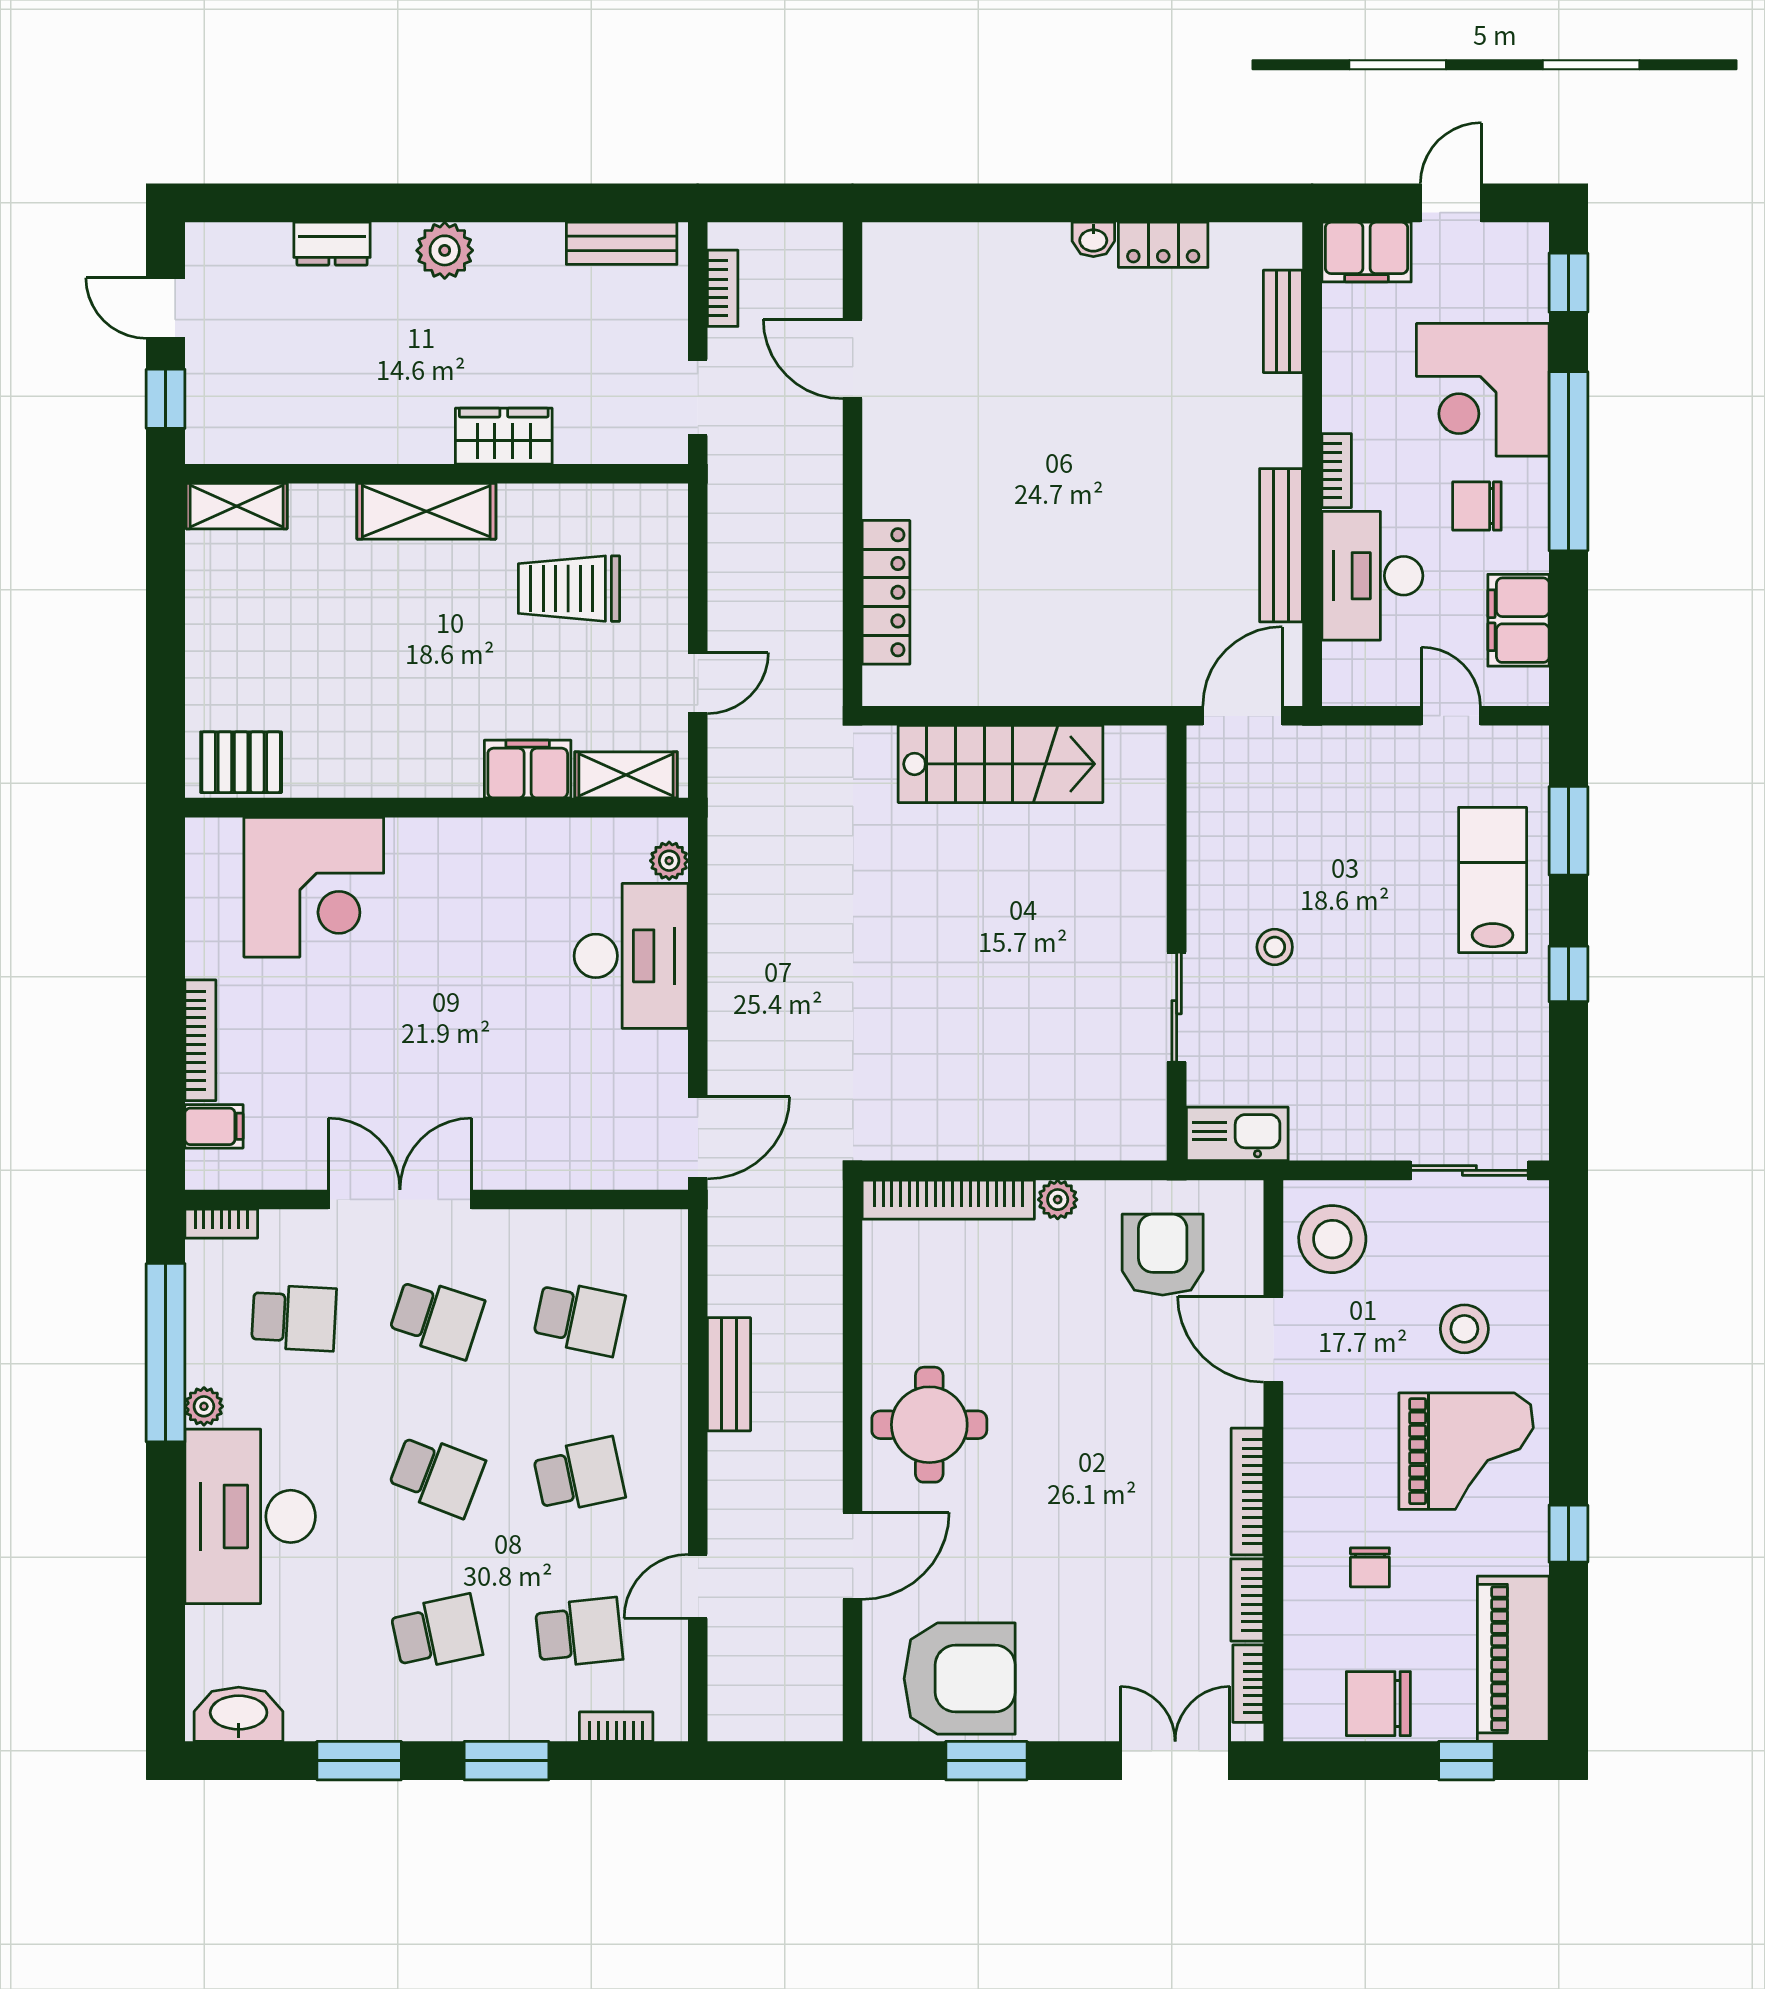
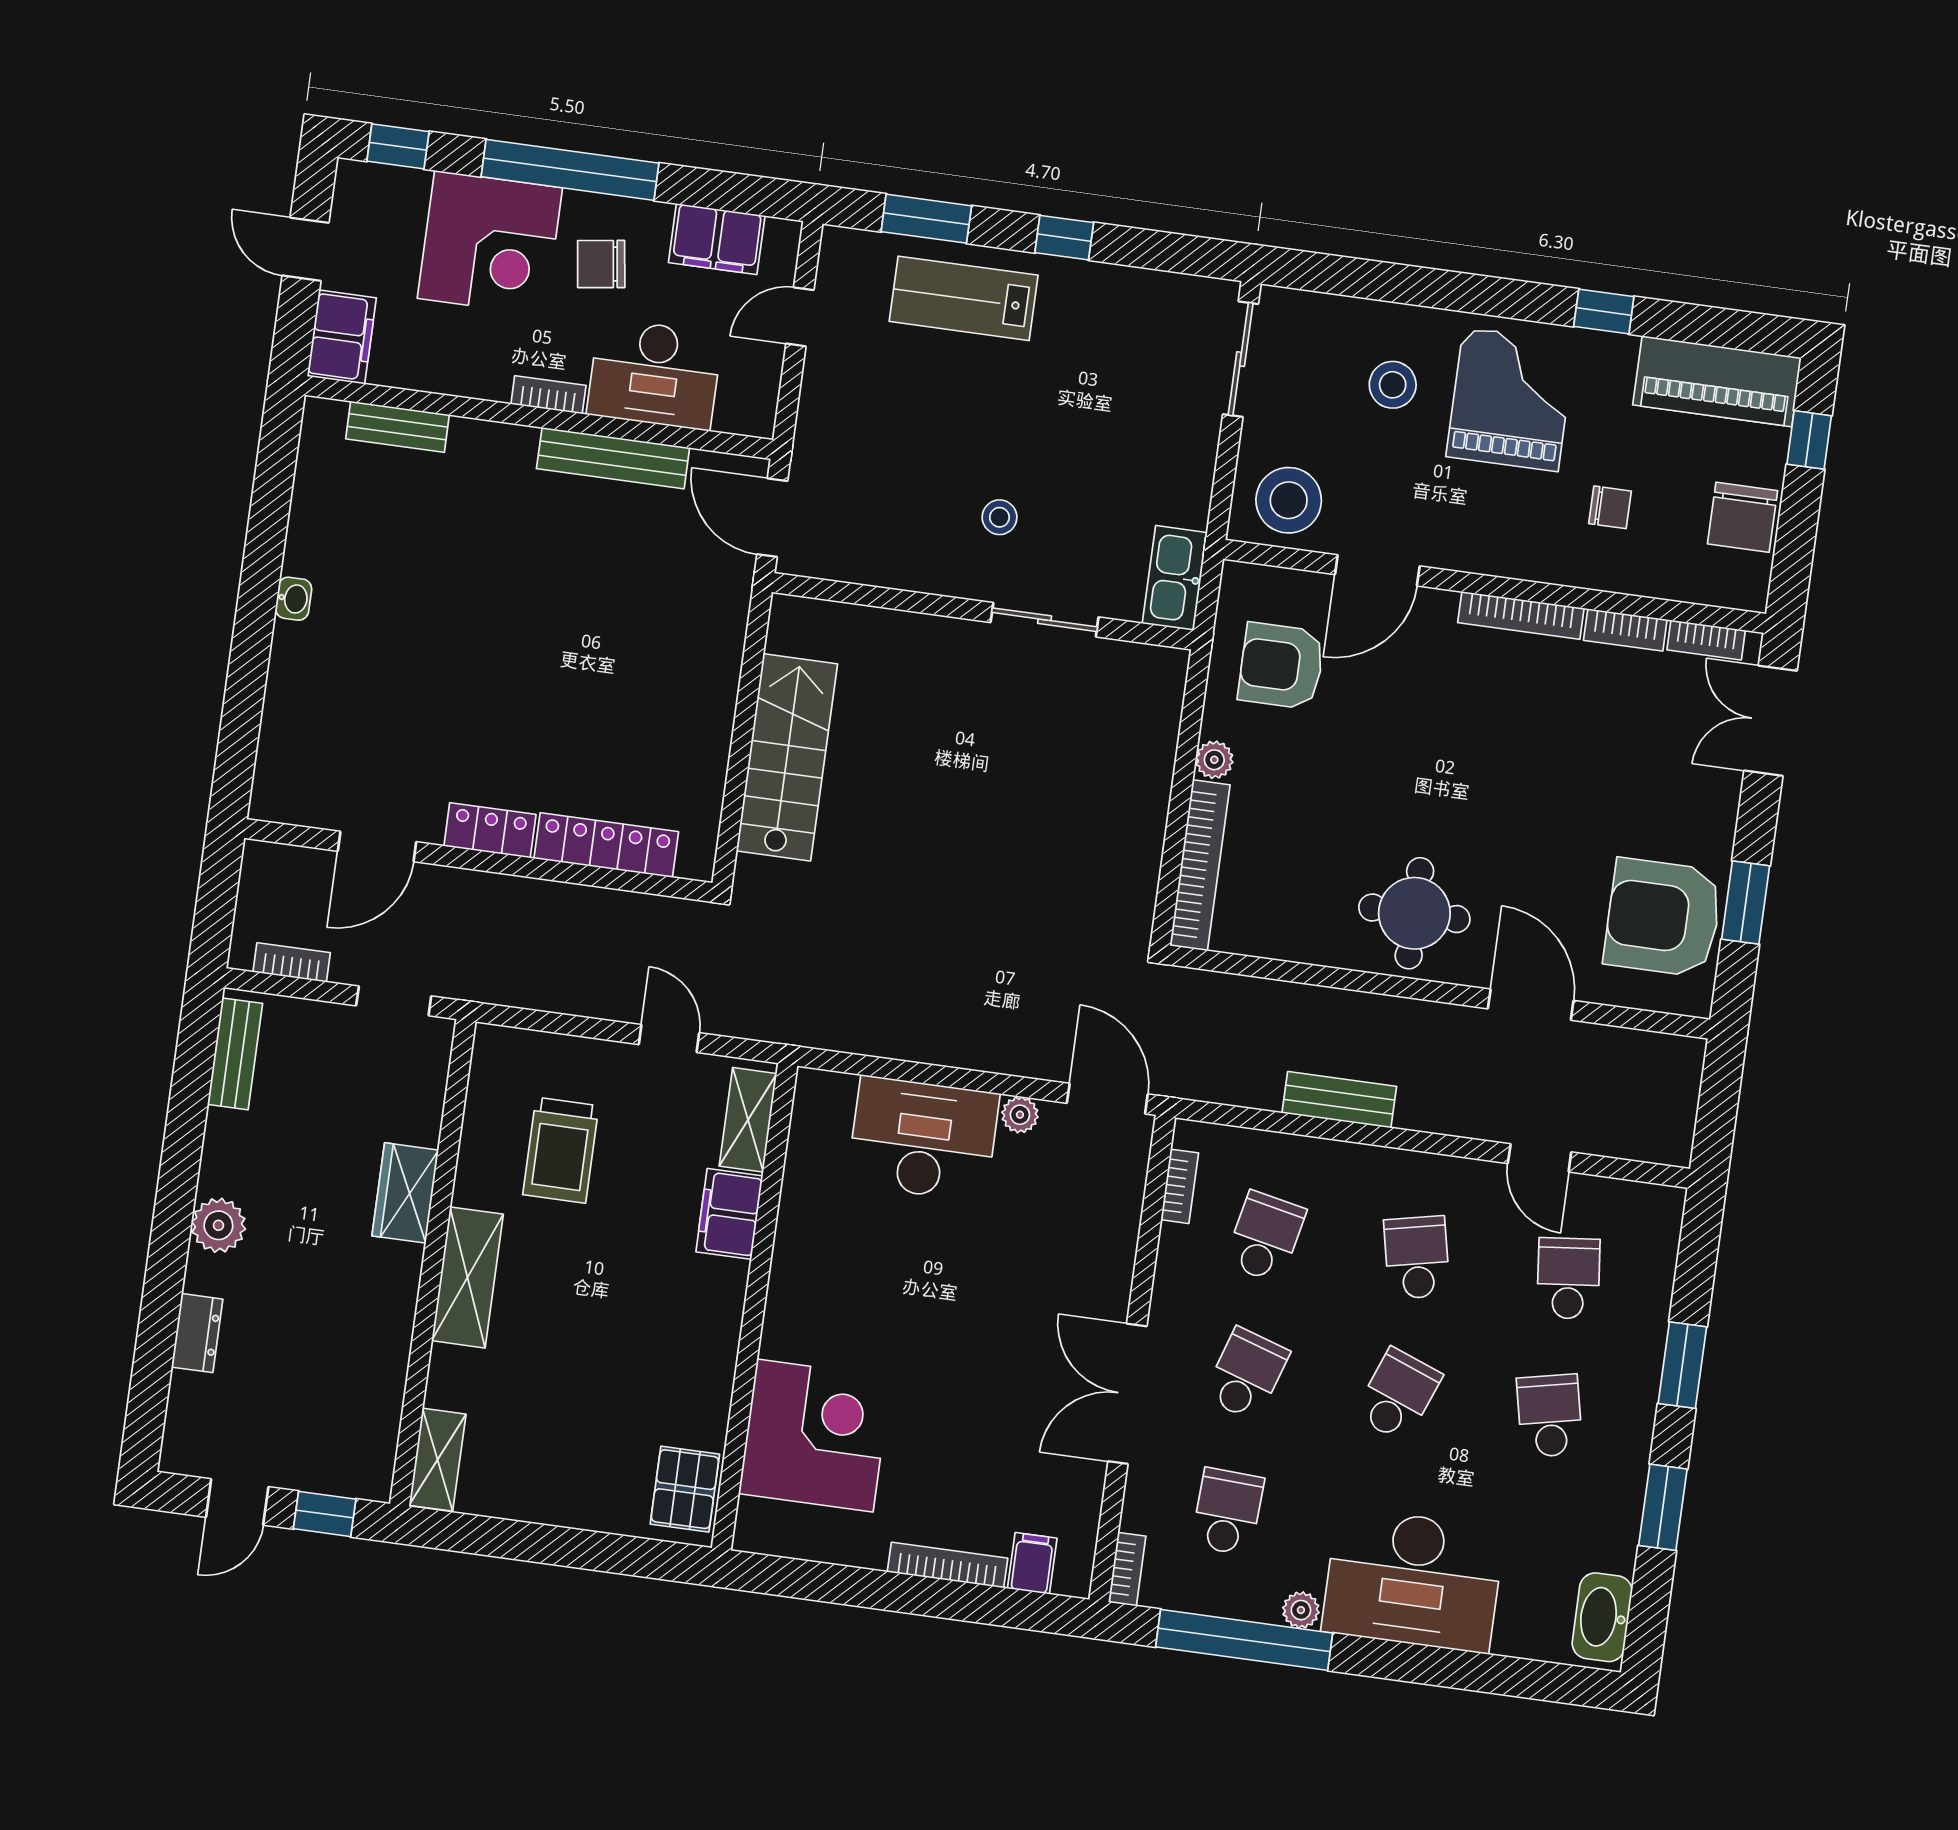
locker: (1163, 245) -> (490, 830), moved, turned -90
chair: (1477, 506) -> (601, 264), turned 82
plant: (669, 861) -> (1020, 1115), moved
armchair: (960, 1679) -> (1663, 918), turned -90
bookcase: (616, 1727) -> (1180, 1186), moved, turned 180

